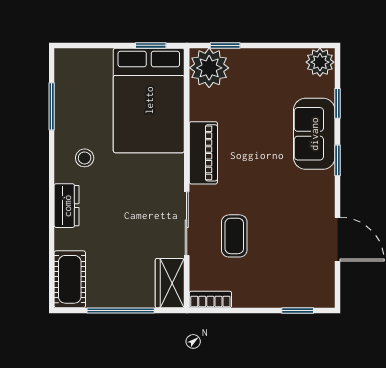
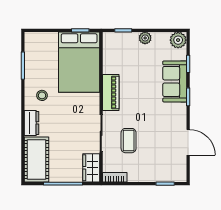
plant: (209, 68) -> (145, 38), moved, width x0.53, depth x0.53
cot: (70, 279) -> (36, 159), width x1.37, depth x1.34

